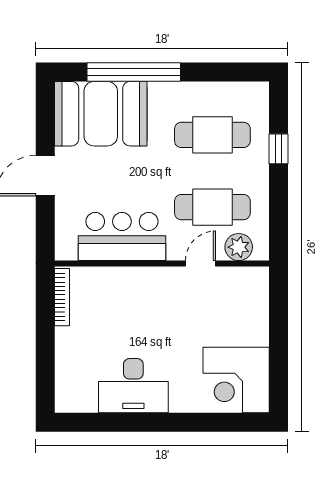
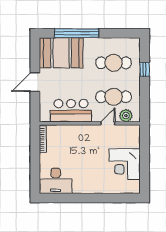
corner desk: (236, 380) -> (125, 164), moved
desk: (133, 386) -> (56, 181), moved

